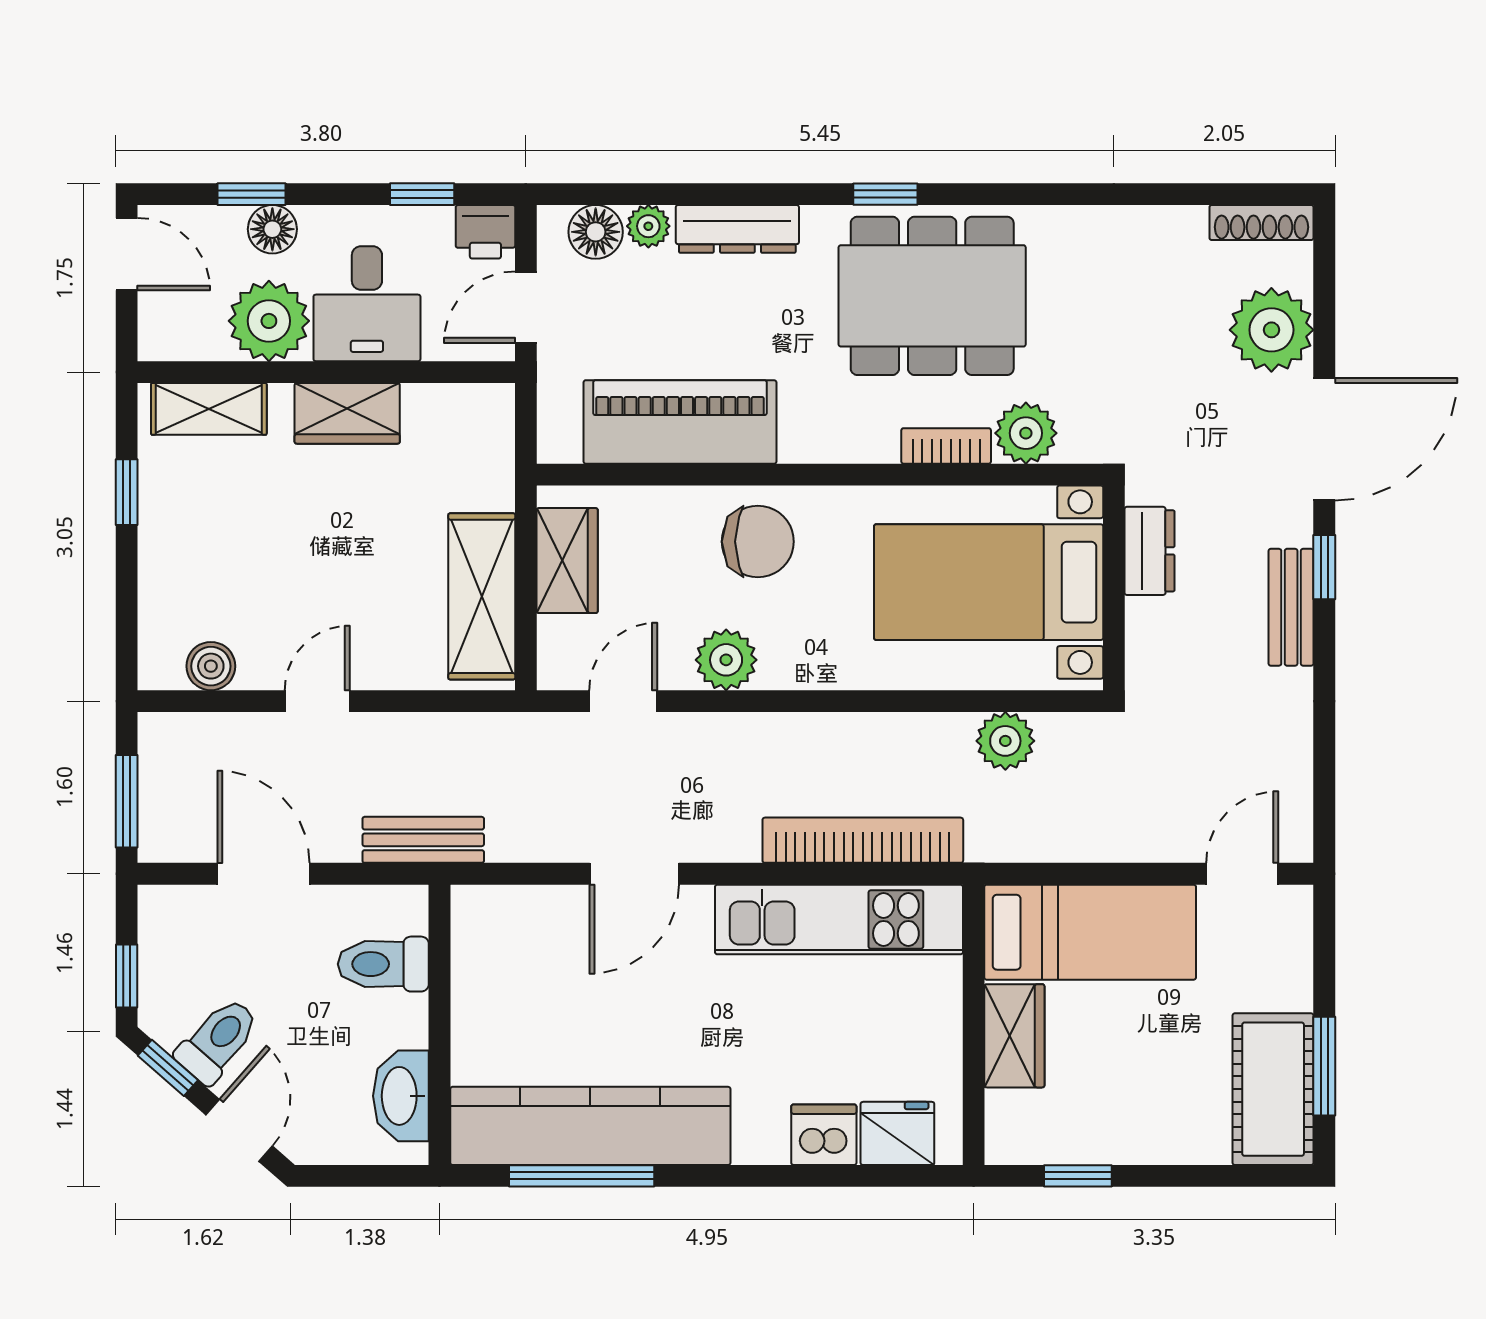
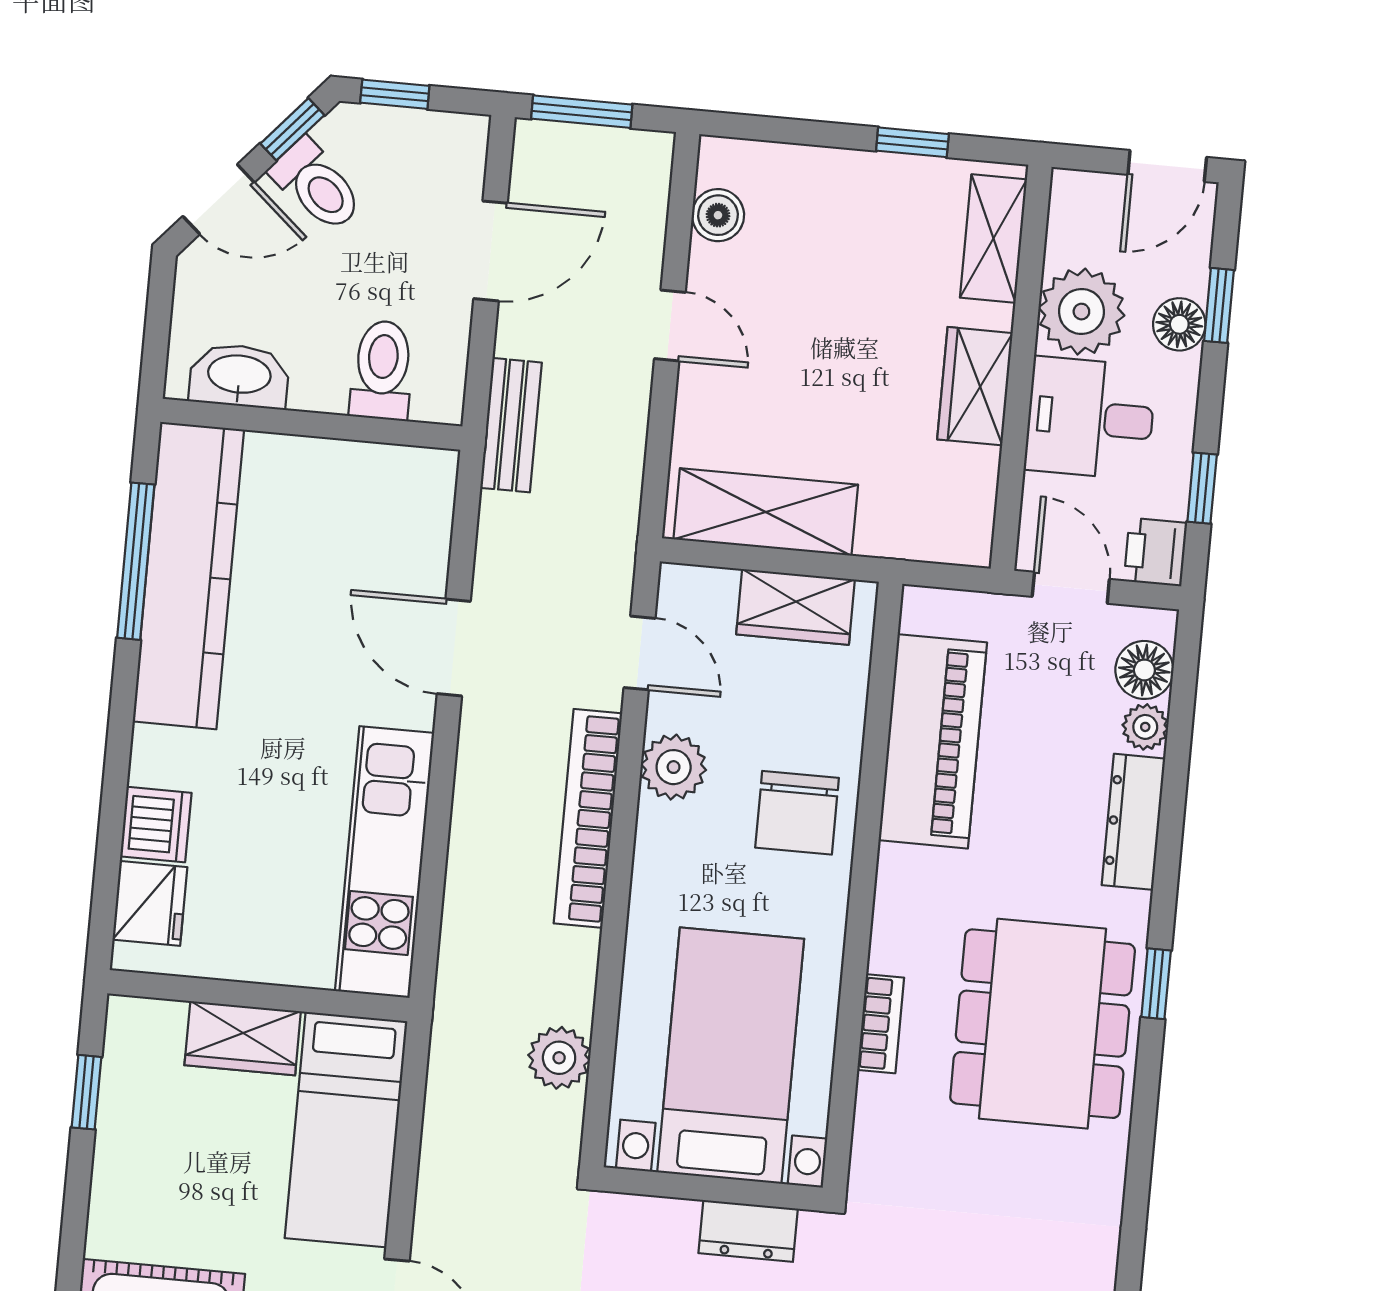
plant: (1026, 433) -> (886, 1110), removed
bookcase: (863, 840) -> (588, 818), moved, turned 180

